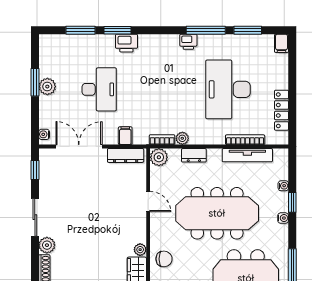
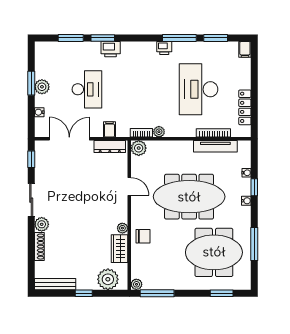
water cooler: (44, 134) -> (39, 112), moved
dresser: (194, 155) -> (169, 146), removed

